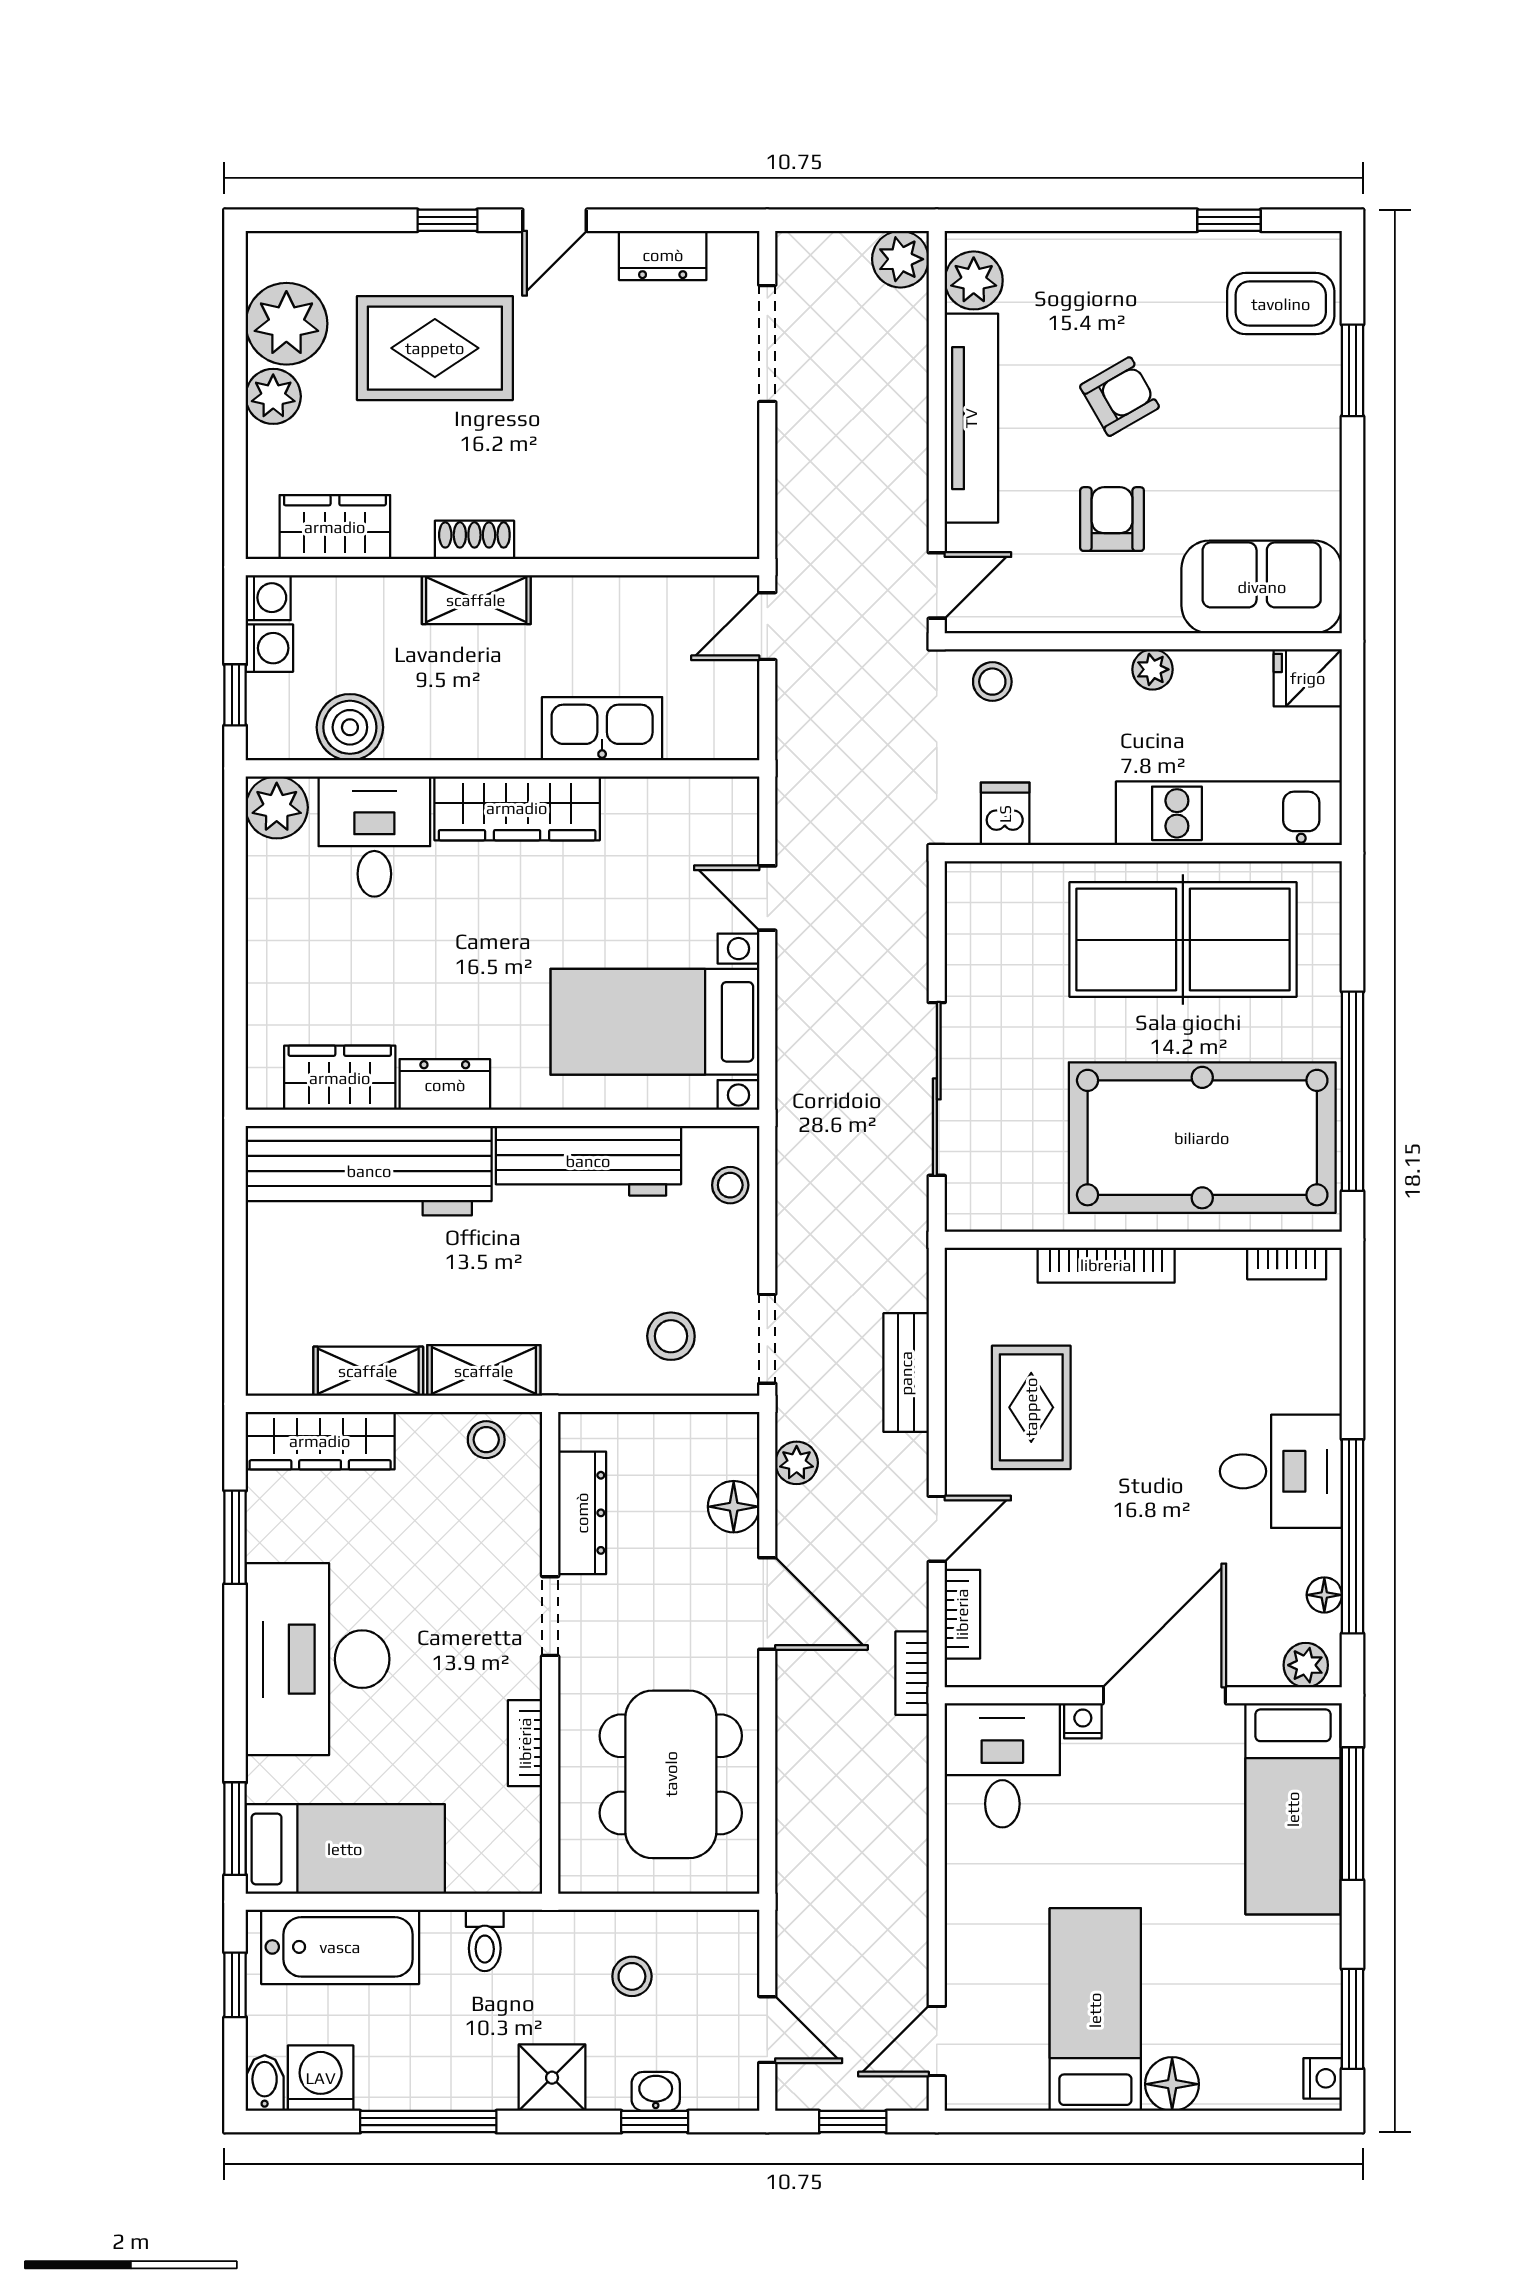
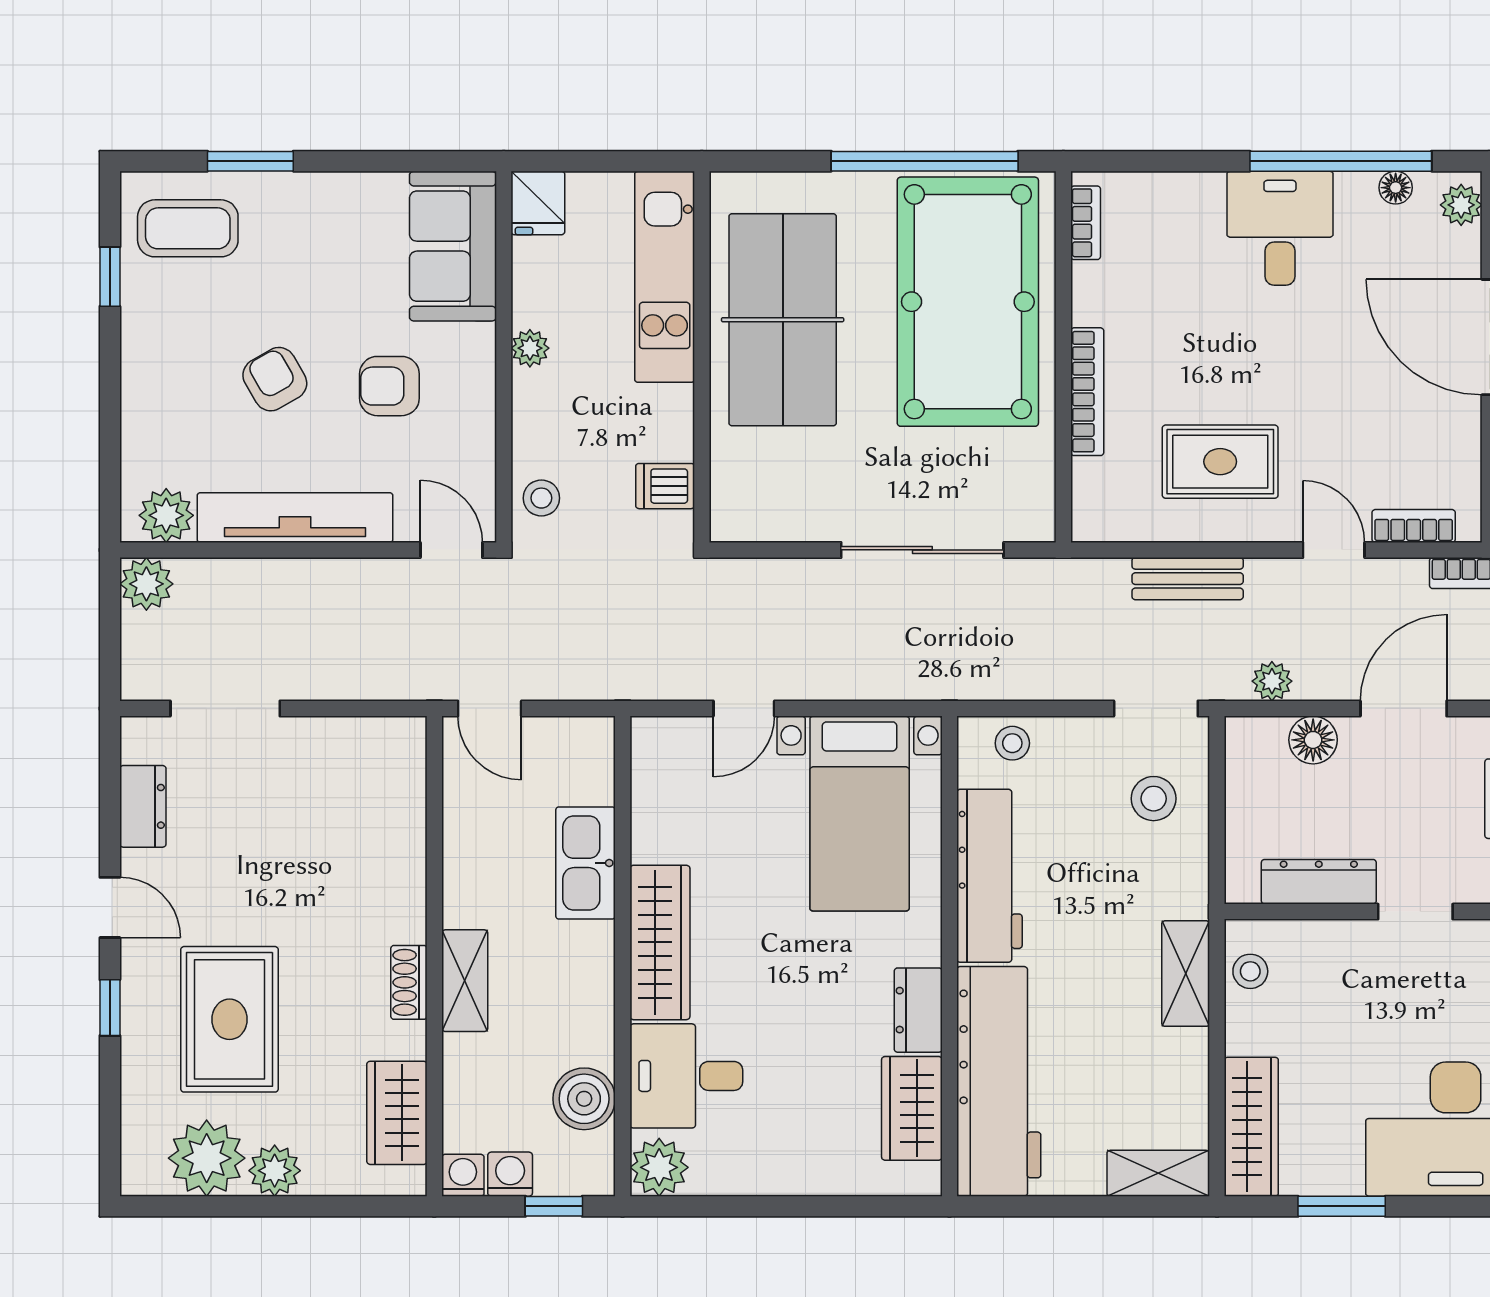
coffee table: (1281, 304) -> (188, 228), turned 90
shelving: (368, 1371) -> (1158, 1173), moved, turned 90

